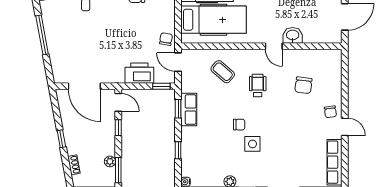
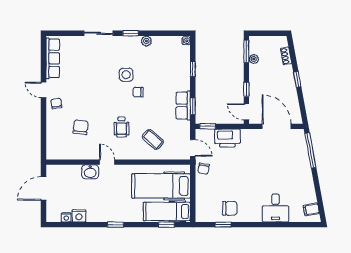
window: (42, 35) -> (310, 150), moved

